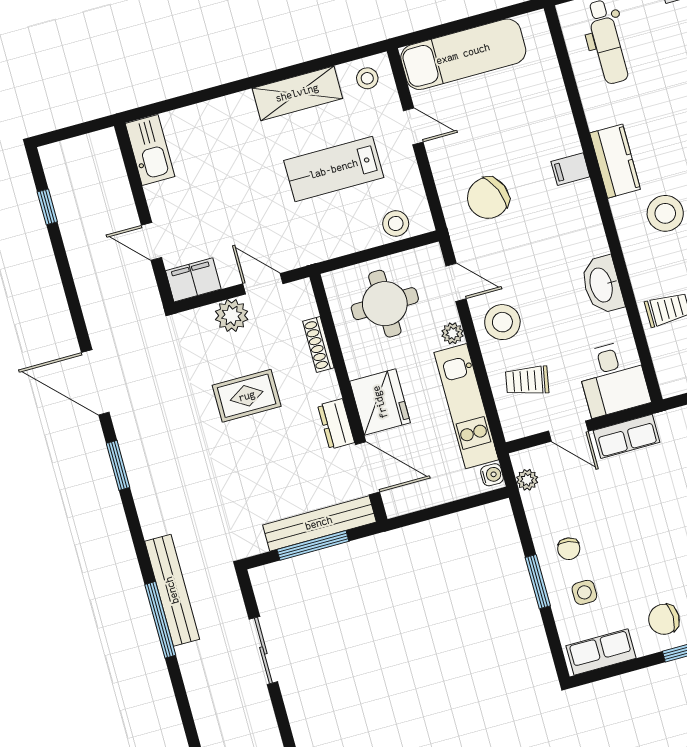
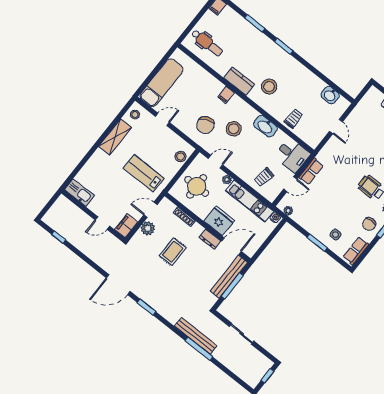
lab bench: (334, 169) -> (144, 173), moved, turned 90
stool: (502, 322) -> (234, 129), moved
chair: (569, 549) -> (319, 224), removed

